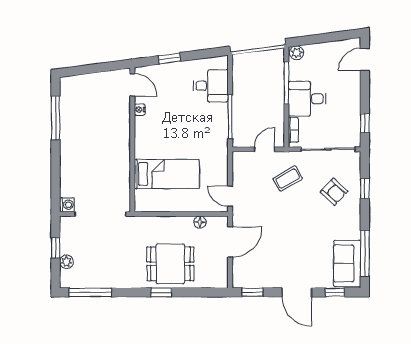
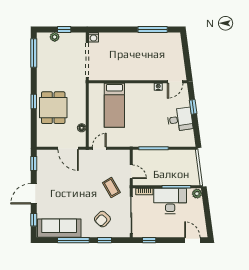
desk: (211, 86) -> (180, 119), moved, turned -98
desk: (307, 99) -> (170, 201), width x1.37
window: (365, 253) -> (73, 240), moved
sofa: (347, 263) -> (59, 228), width x1.36

